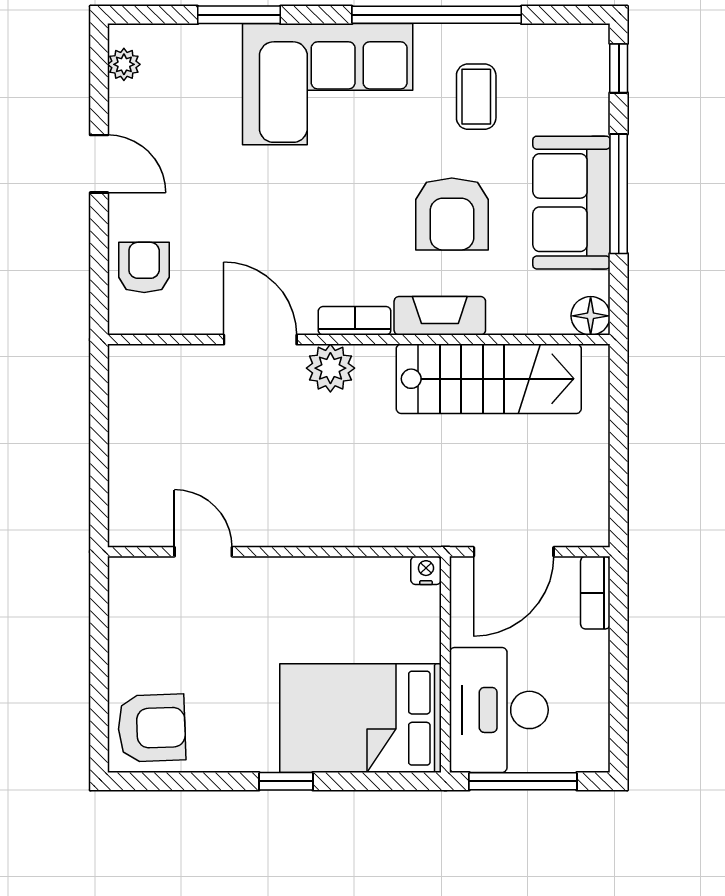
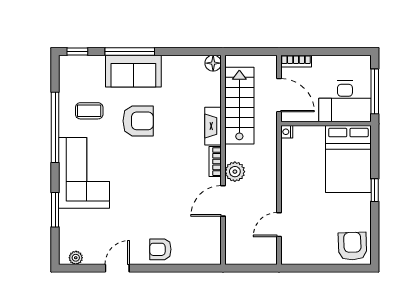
fireplace: (440, 316) -> (213, 126), moved
floor lamp: (591, 316) -> (213, 63), moved
bookcase: (355, 321) -> (215, 162), moved
door: (260, 340) -> (223, 201), moved
wall: (359, 340) -> (223, 160), moved
plant: (330, 368) -> (235, 172), moved
stairs: (489, 379) -> (239, 106), moved

